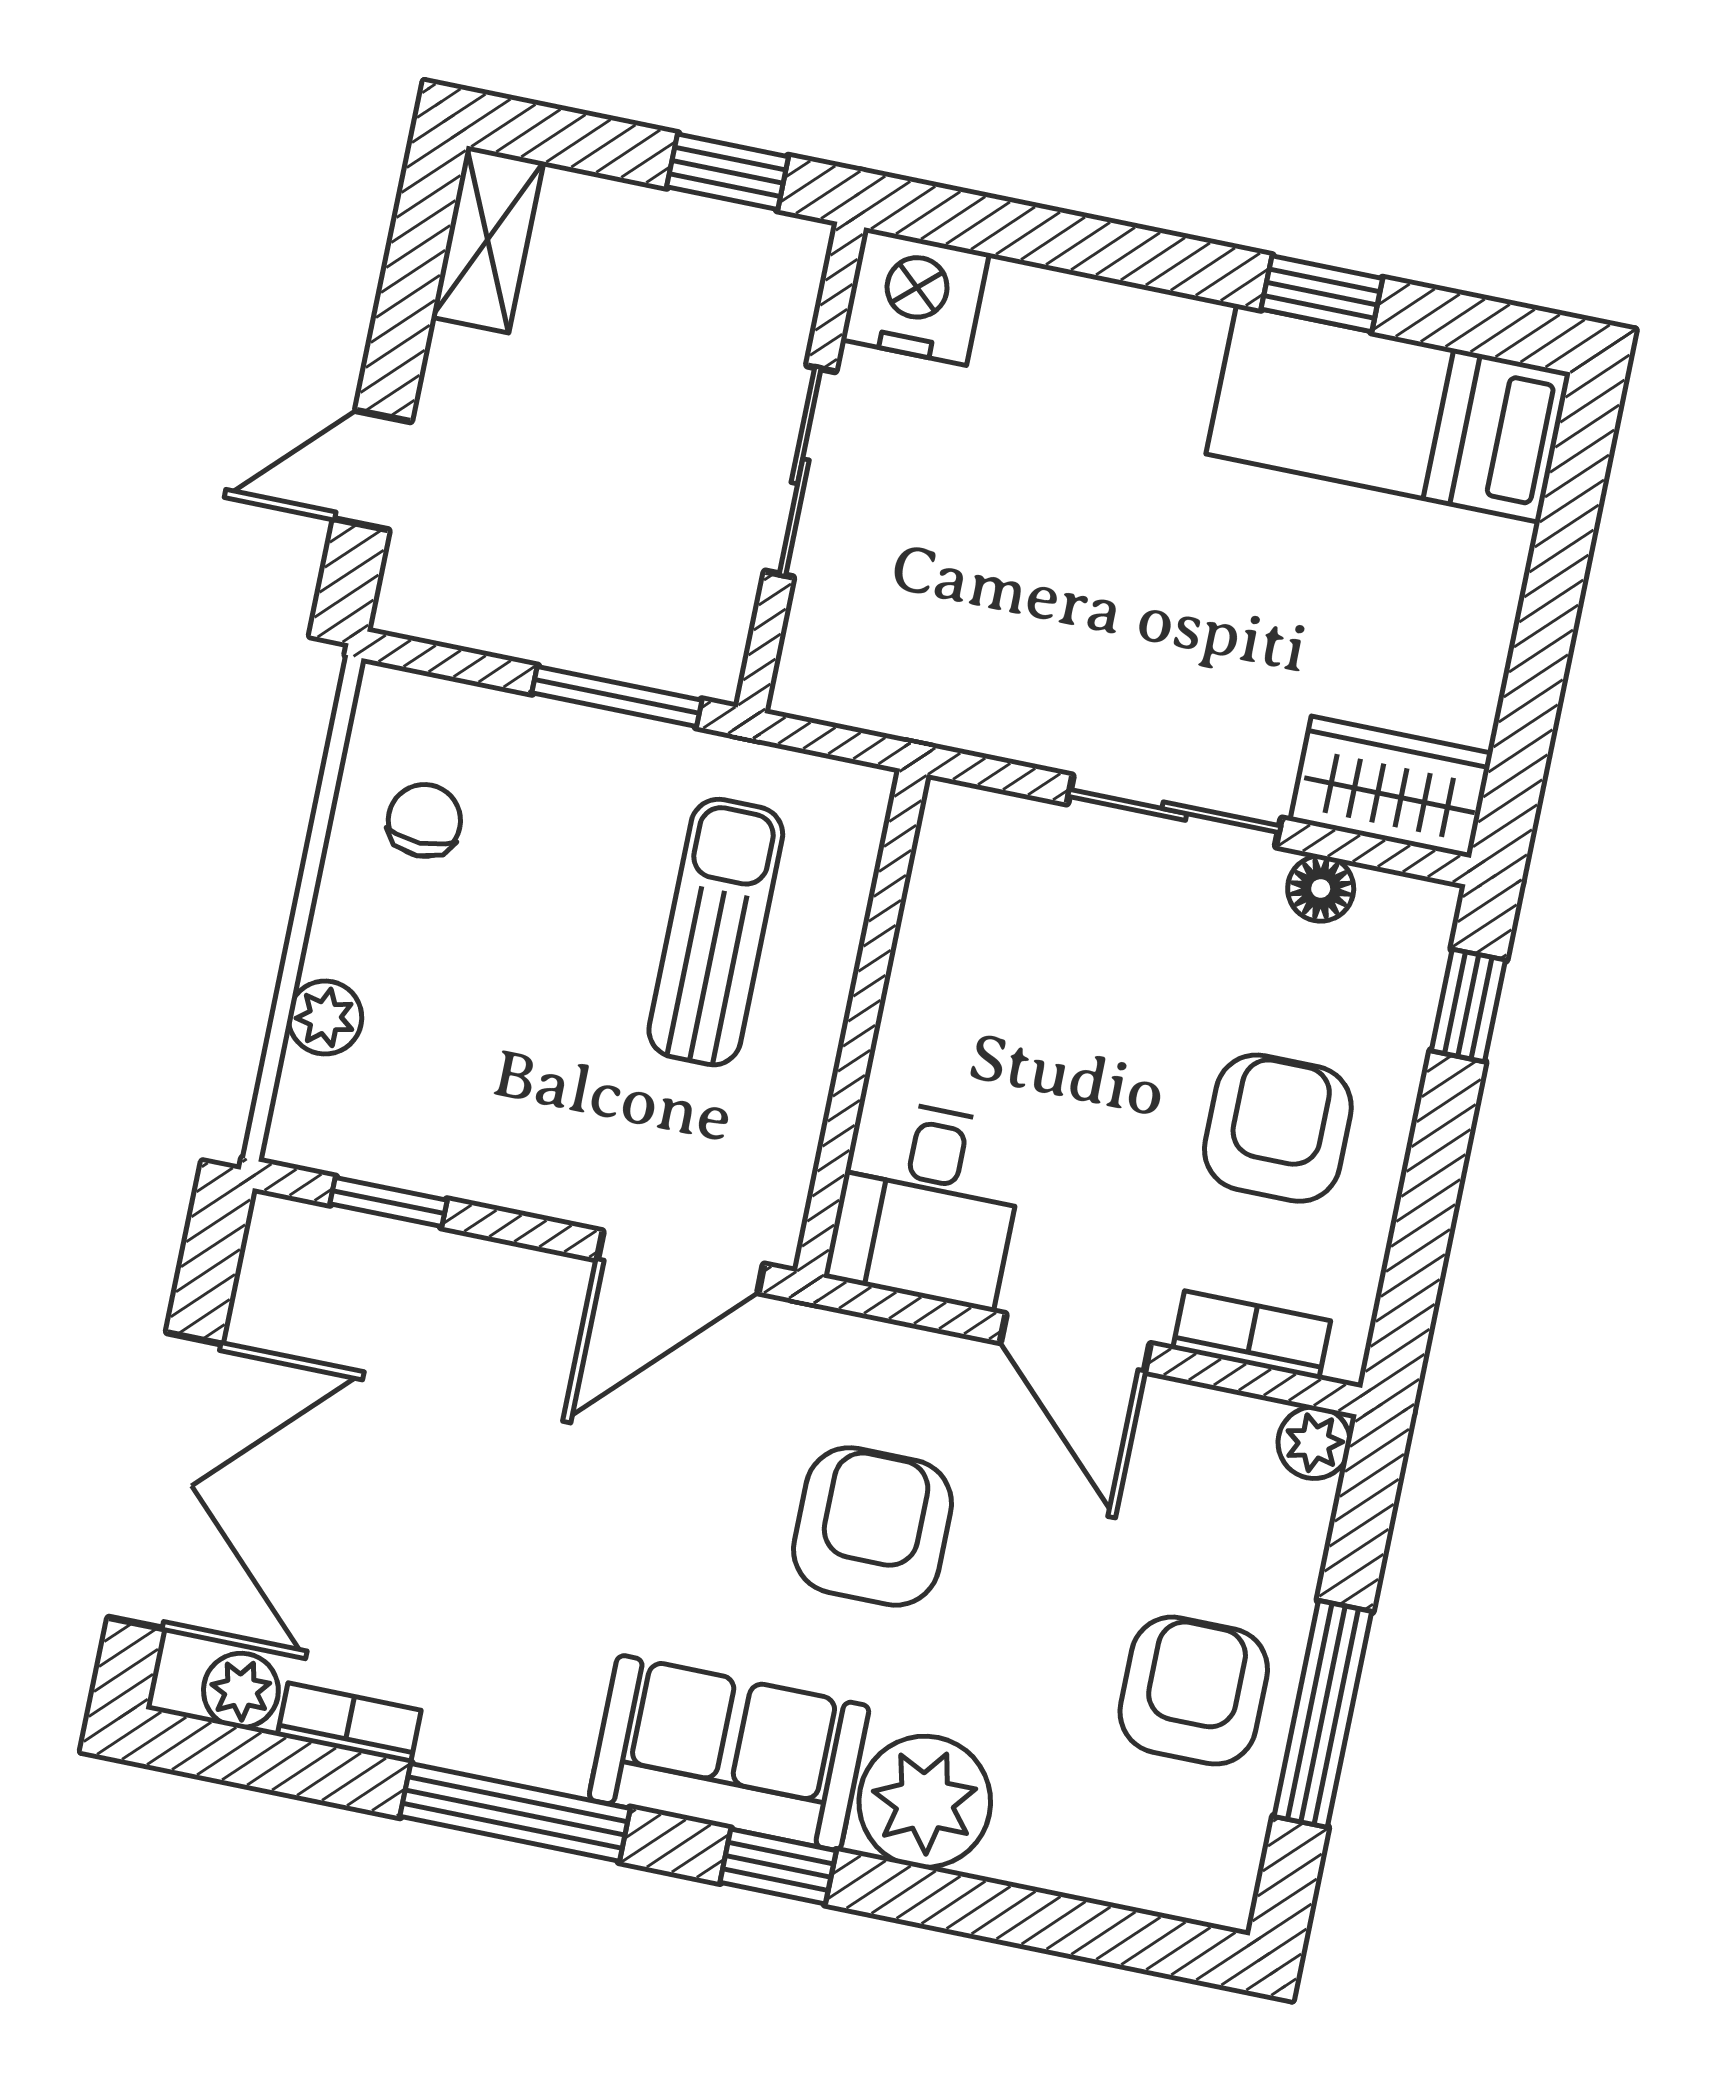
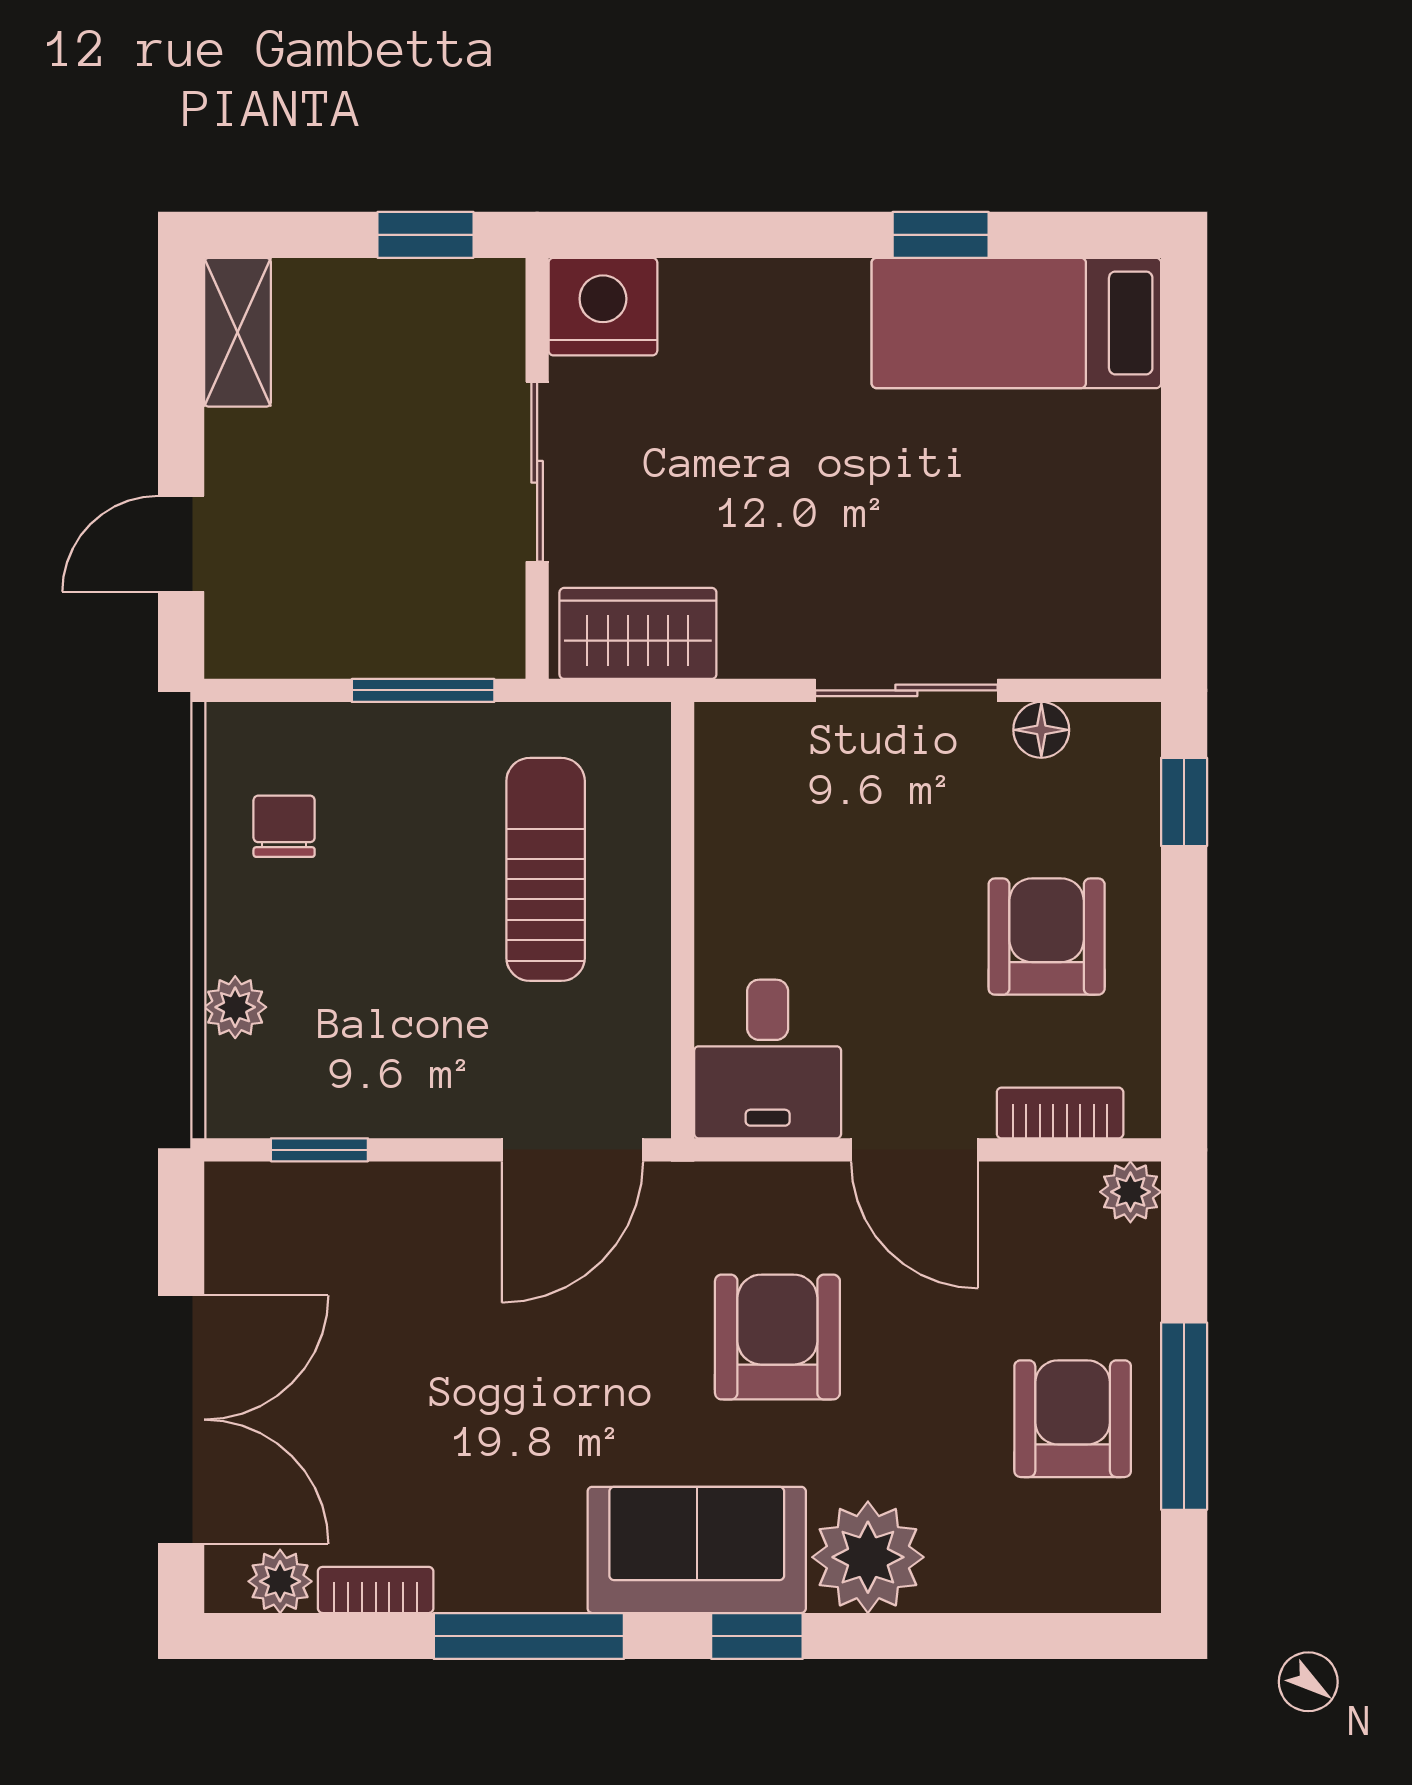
wardrobe: (1391, 787) -> (638, 633), moved

